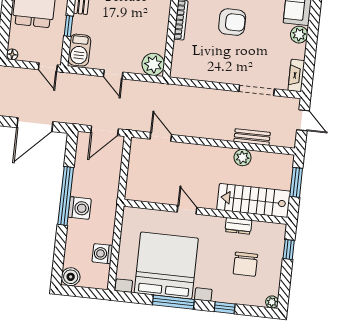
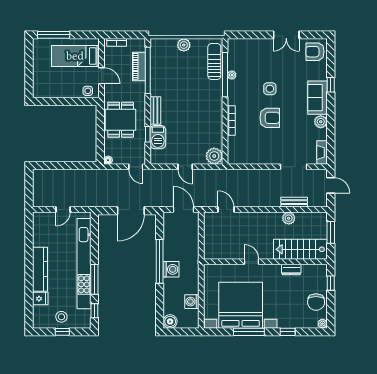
barbecue: (79, 50) -> (158, 137), moved
door: (105, 131) -> (183, 210), swing flipped
chair: (245, 264) -> (316, 302), moved

